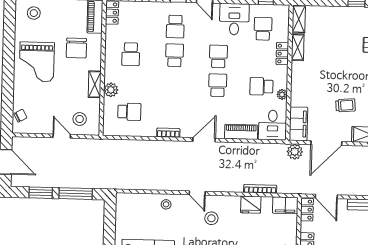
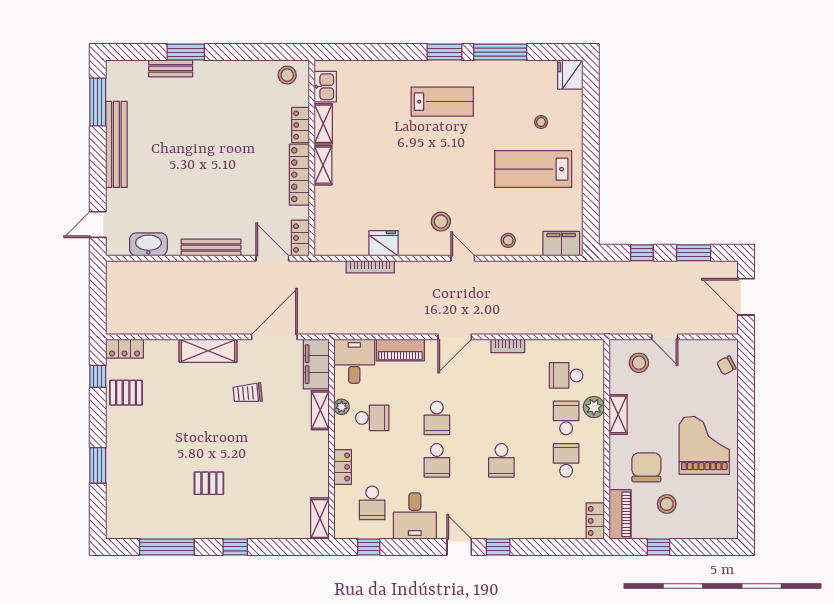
stool: (34, 13) -> (667, 504), moved
school desk: (175, 27) -> (566, 418), moved
shelving: (298, 47) -> (320, 410), moved
plant: (295, 152) -> (321, 323), removed
window: (76, 194) -> (642, 253), width x0.46
filing cabinet: (285, 205) -> (561, 244), moved

